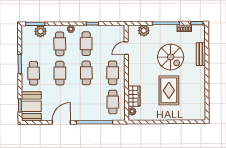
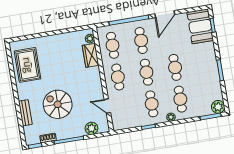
plant: (41, 31) -> (218, 107), moved
door: (126, 48) -> (107, 106), swing flipped
cafe table: (34, 73) -> (141, 40), moved
rug: (169, 90) -> (28, 65), moved

